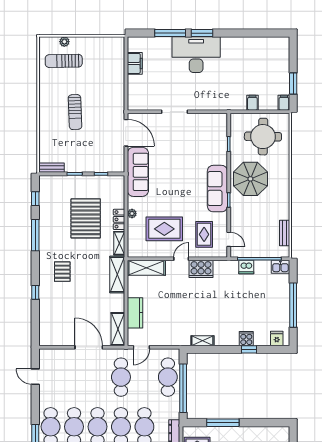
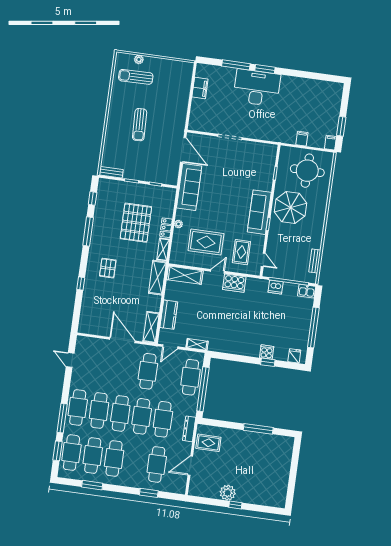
shelving: (202, 341) -> (197, 344), moved
window: (223, 423) -> (258, 429), moved

